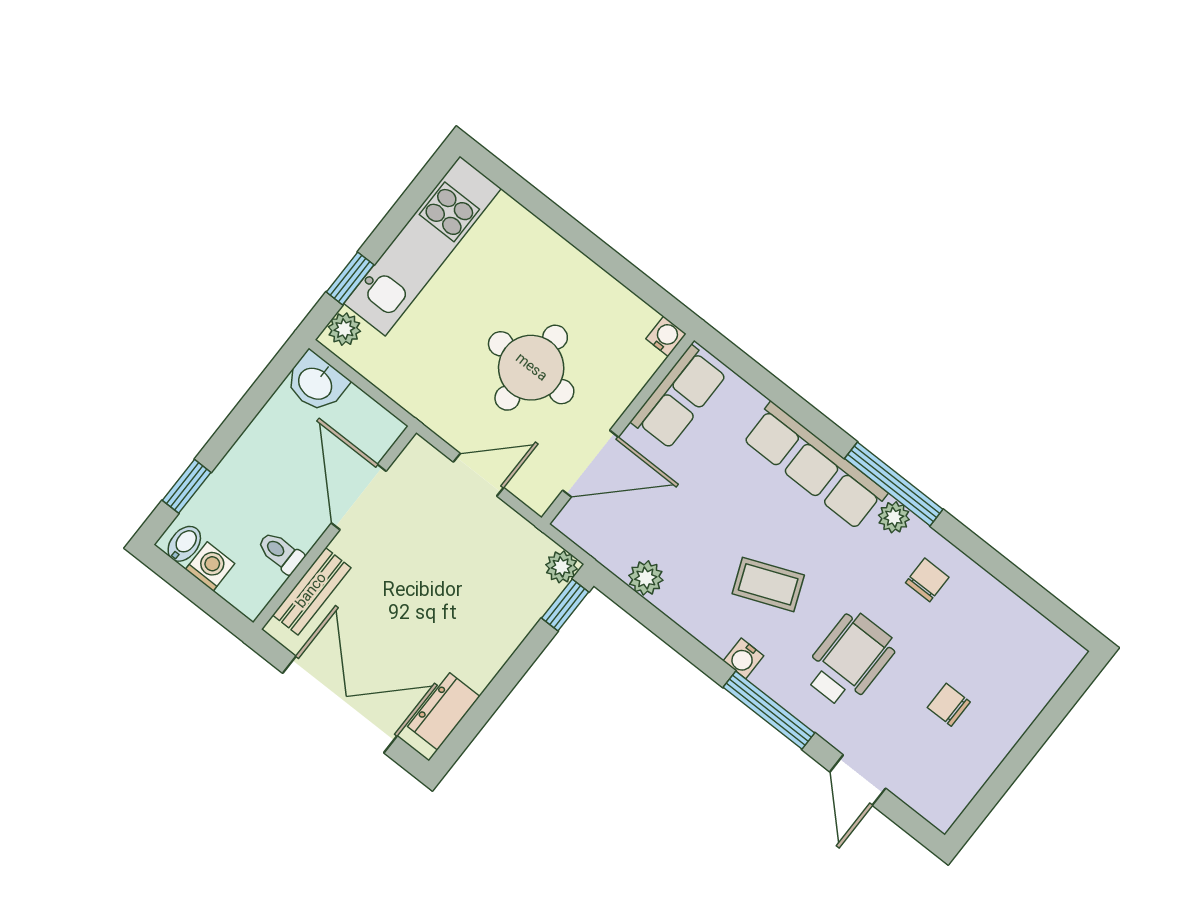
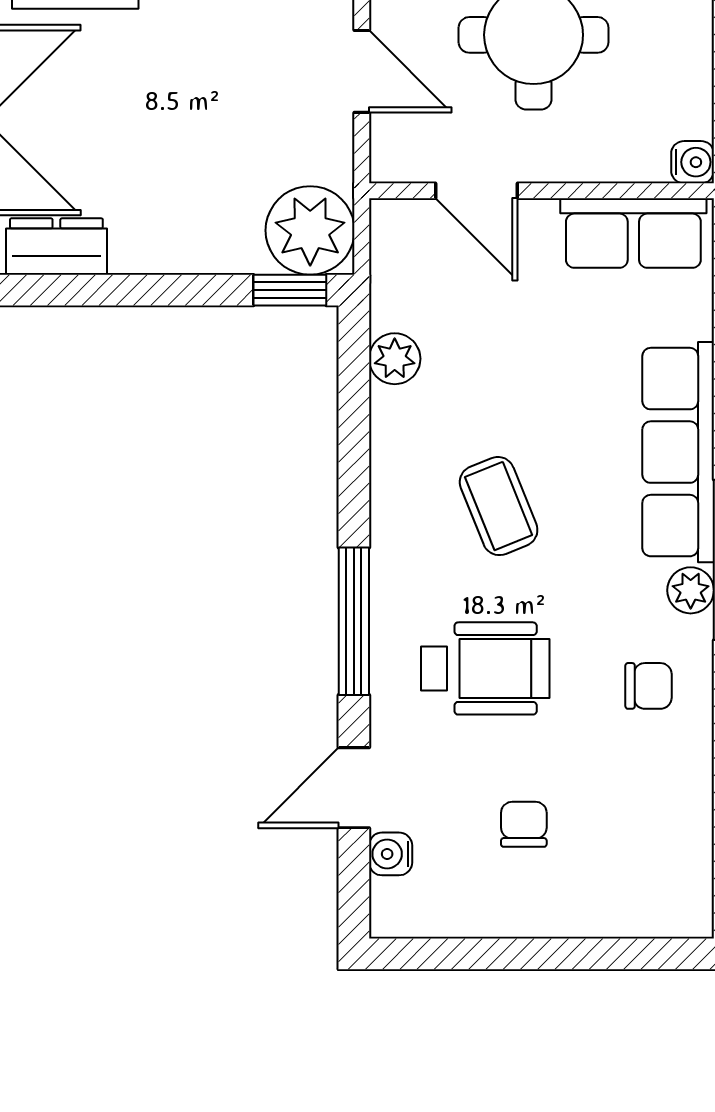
door: (590, 464) -> (476, 191), width x0.73
plant: (561, 567) -> (310, 230), width x1.88, depth x1.88
water cooler: (743, 658) -> (391, 854), moved

